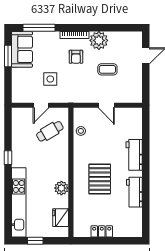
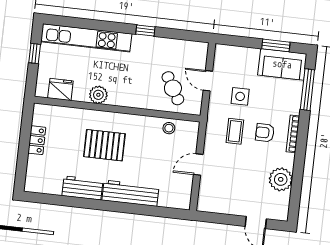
plant: (99, 40) -> (281, 179), moved
coffee table: (107, 69) -> (235, 131), moved
workbench: (134, 155) -> (131, 193), width x1.38

